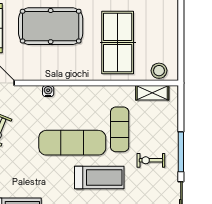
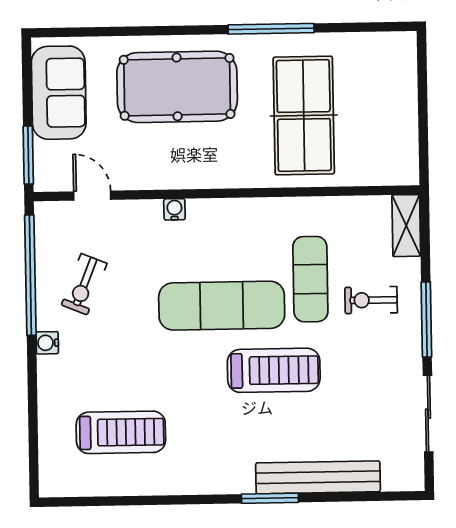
stool: (159, 71) -> (383, 167), removed
shelving: (152, 93) -> (406, 226), moved, turned 90
exercise bike: (151, 160) -> (371, 300), moved

